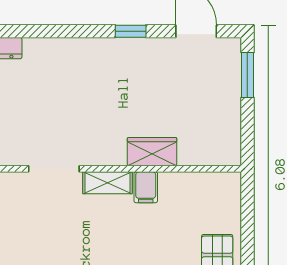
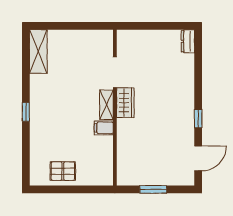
window: (247, 75) -> (153, 189), moved
wardrobe: (152, 152) -> (125, 103), moved

